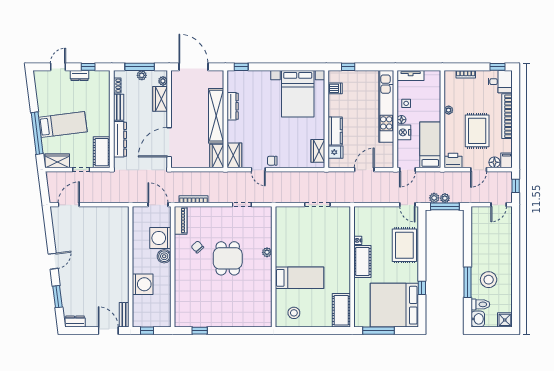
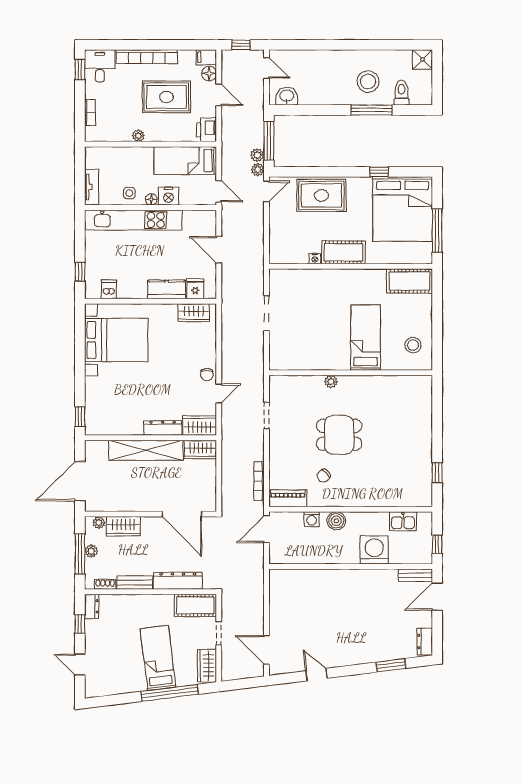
dresser: (80, 76) -> (92, 606), moved
dresser: (233, 106) -> (163, 428), moved
plant: (445, 198) -> (258, 170), moved
washing machine: (160, 238) -> (312, 519), width x0.53, depth x0.53
door: (53, 261) -> (317, 675), moved
kitchen sink: (164, 305) -> (403, 521), added
washbasin: (478, 319) -> (287, 96), moved

